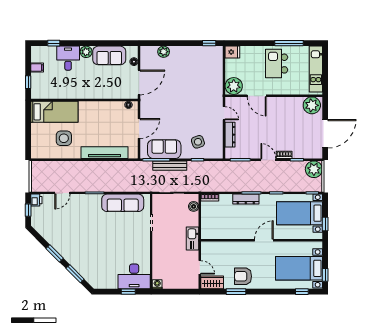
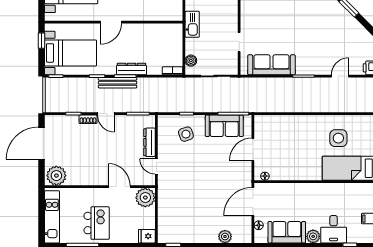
tv unit: (105, 153) -> (292, 122), removed
bench: (170, 166) -> (118, 83), moved
plant: (314, 169) -> (54, 103), removed

